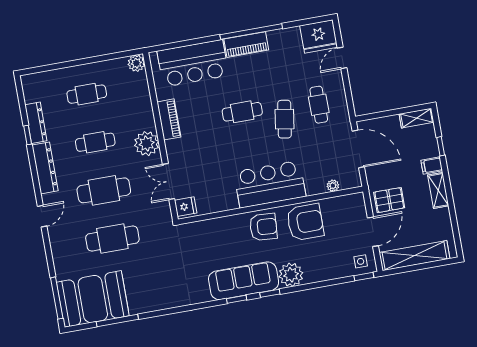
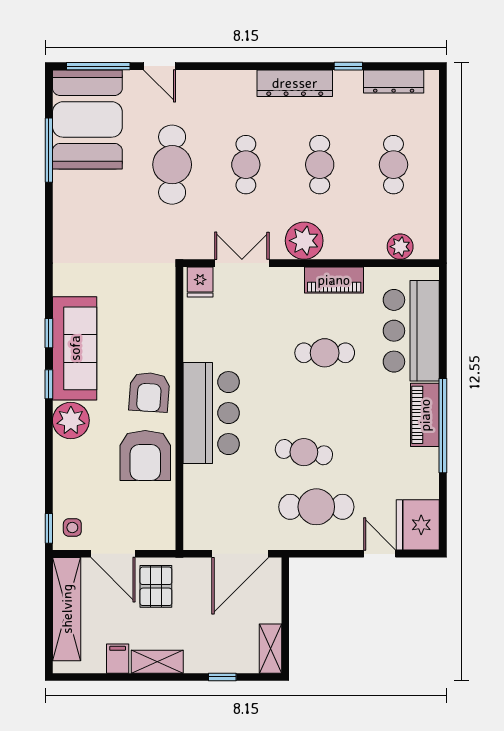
plant: (136, 63) -> (400, 247), moved
cafe table: (319, 105) -> (316, 507), width x1.37, depth x1.35
cafe table: (242, 112) -> (325, 353), moved, turned 90
dresser: (36, 123) -> (394, 82), moved
filing cabinet: (432, 166) -> (118, 659), moved
plant: (333, 186) -> (192, 506), removed
cafe table: (104, 190) -> (246, 165), width x0.73, depth x0.74
door: (42, 216) -> (160, 66), moved

